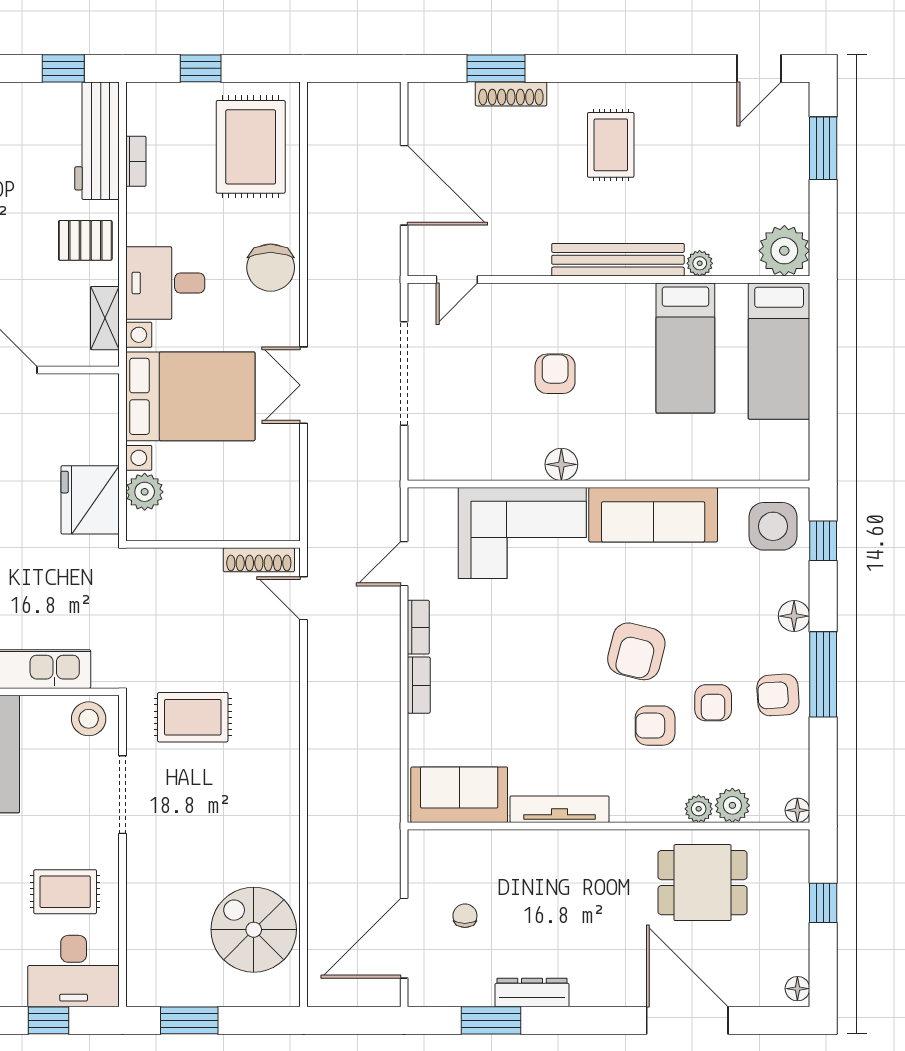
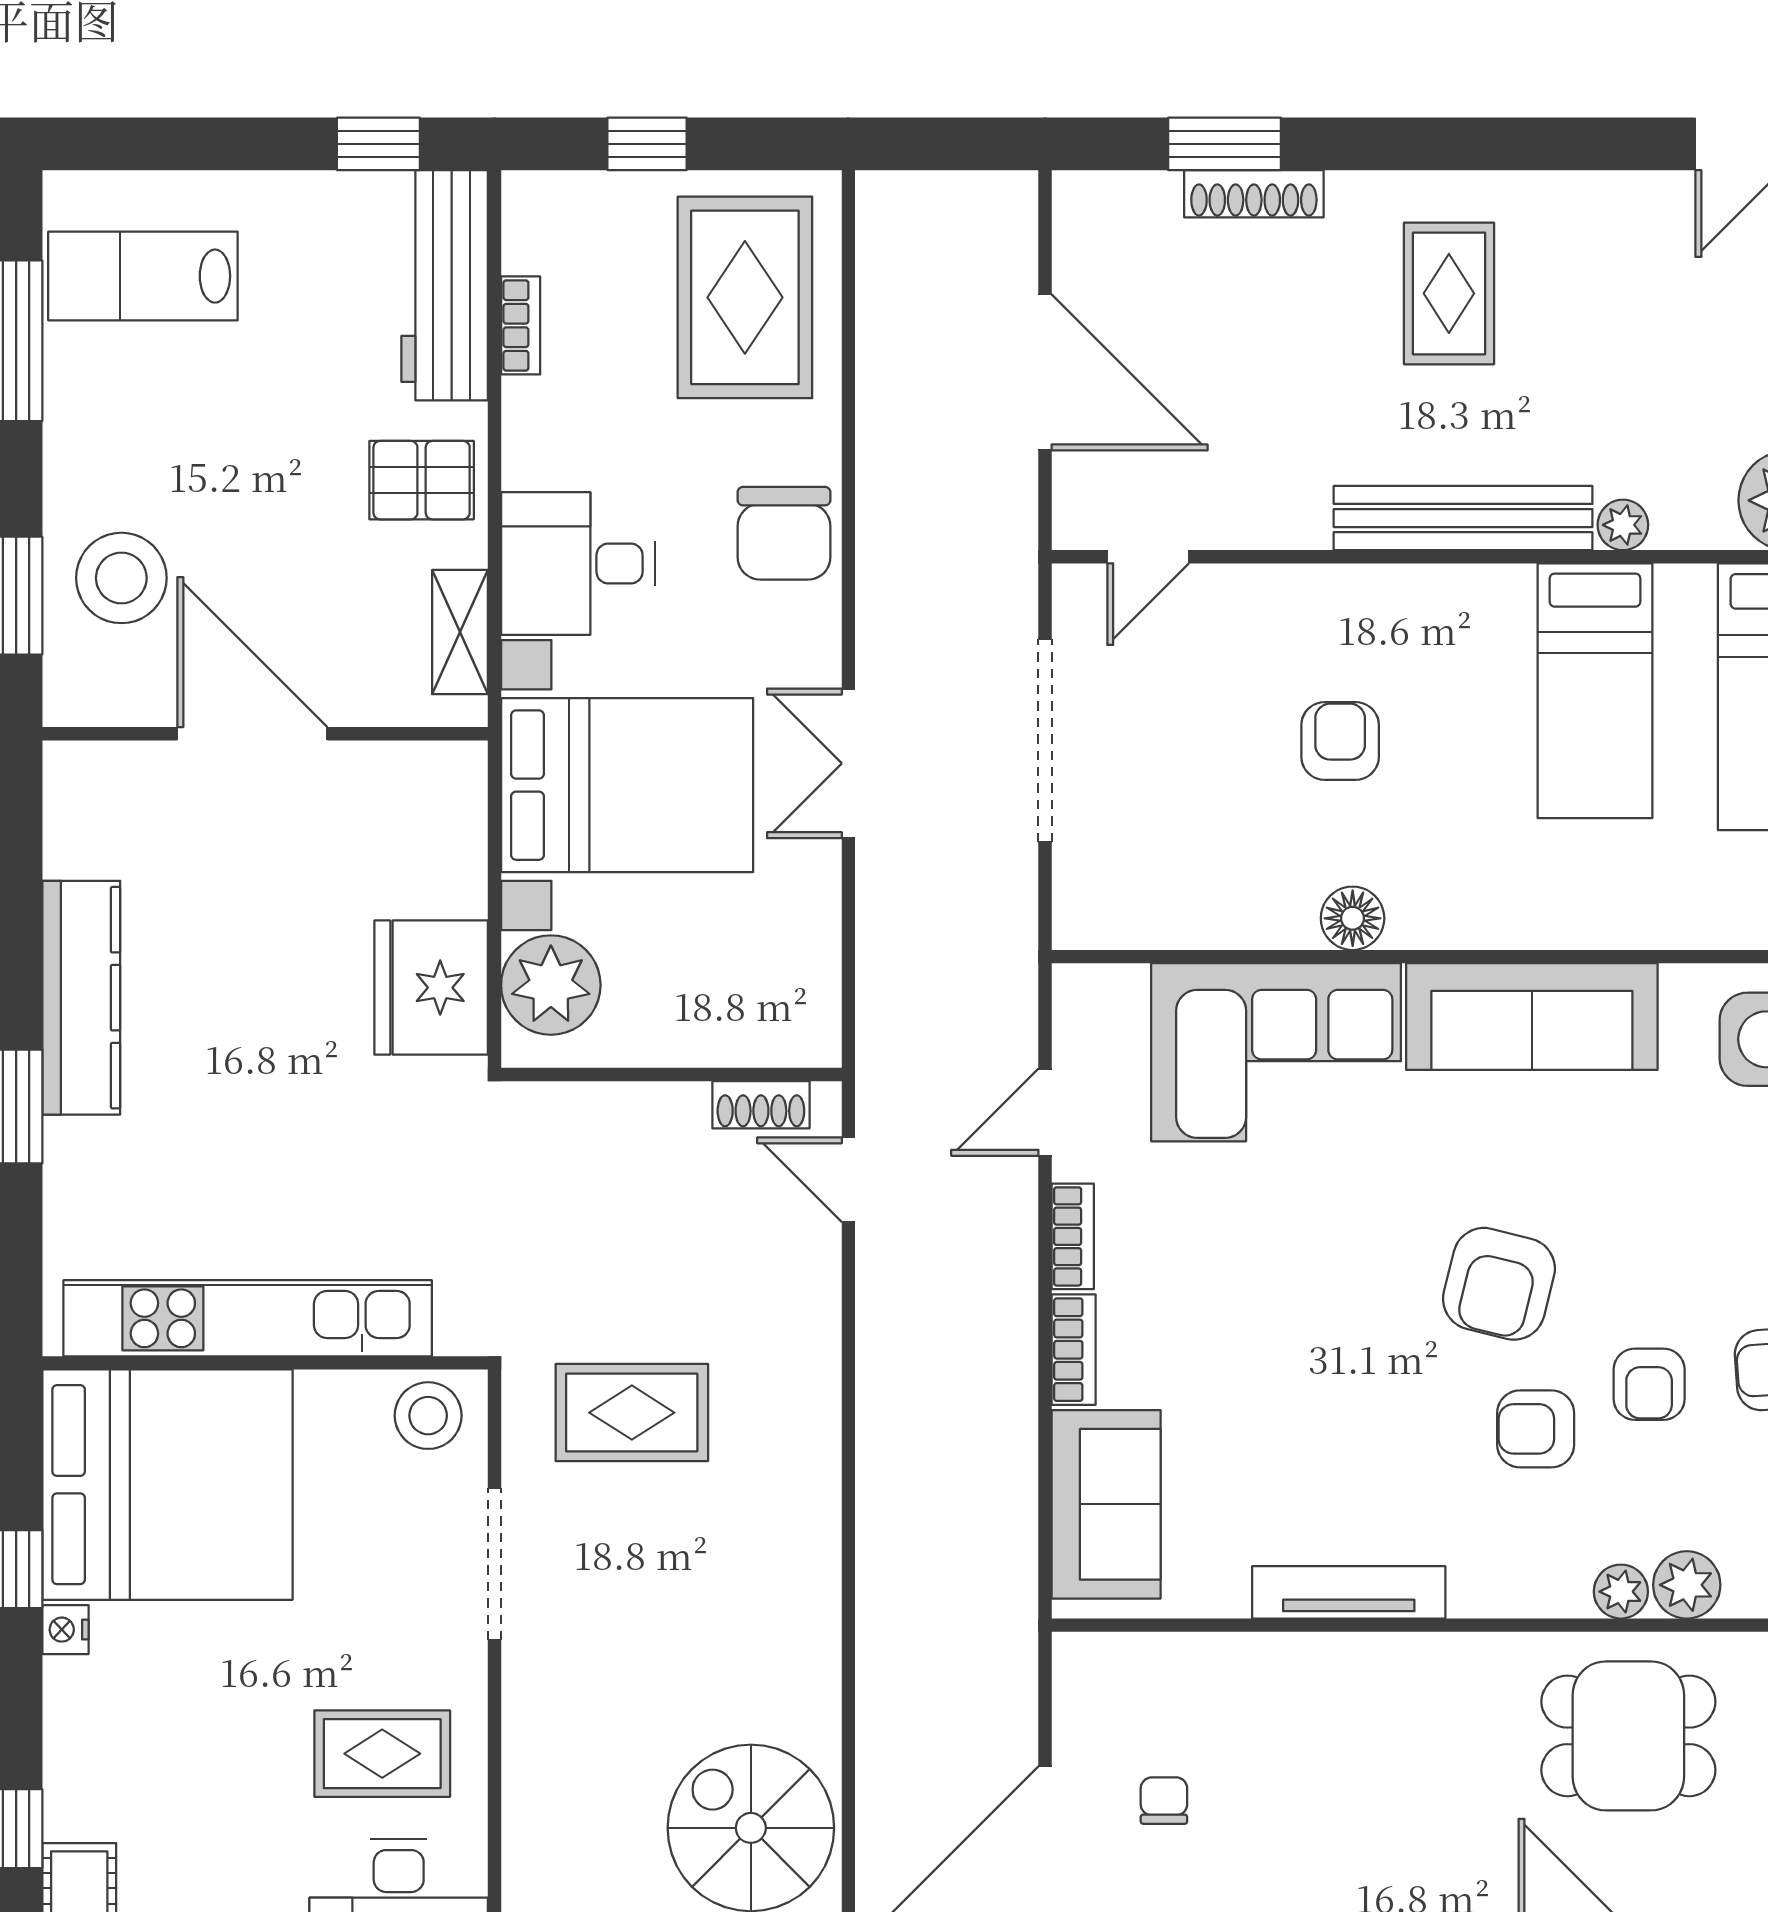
plant: (145, 492) -> (551, 985), width x1.36, depth x1.36
shoe rack: (259, 560) -> (761, 1105), width x0.70
sofa: (459, 795) -> (1106, 1504), moved, turned 90

